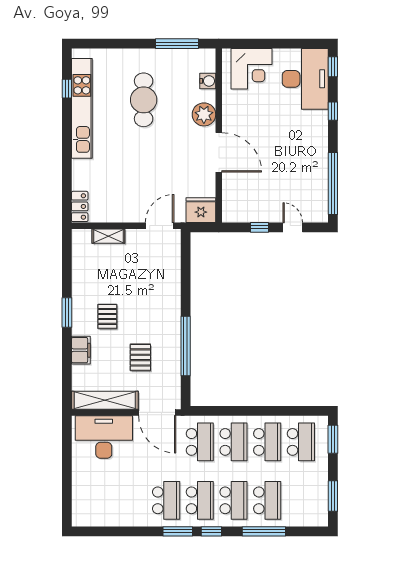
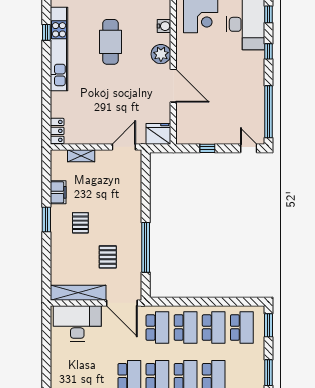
door: (293, 227) -> (249, 148), moved
filing cabinet: (81, 350) -> (58, 192), moved

